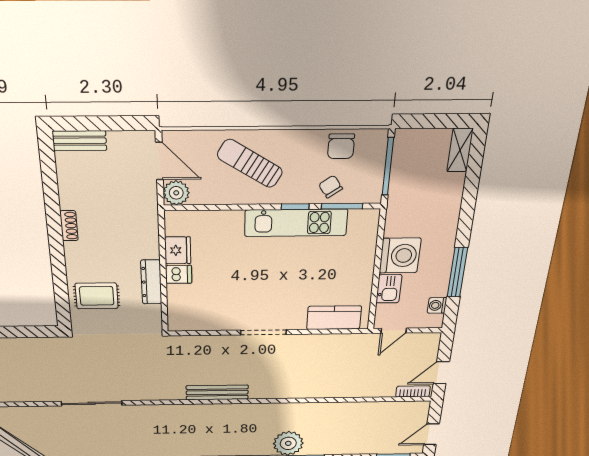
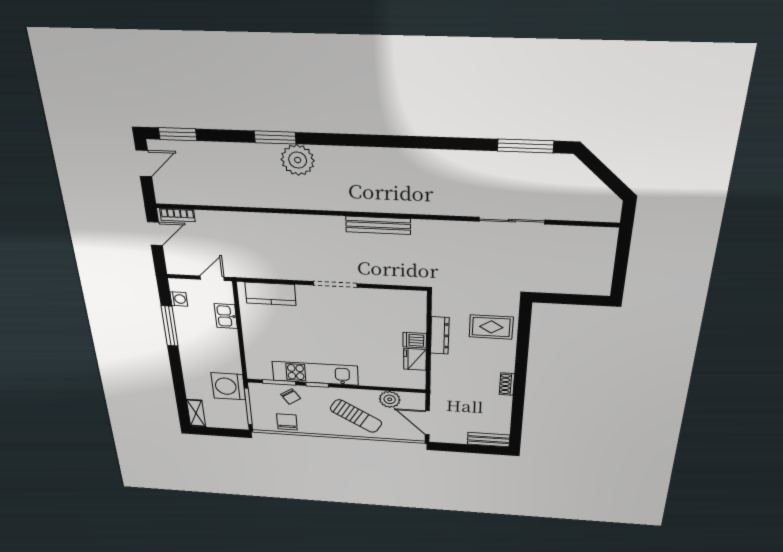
plant: (176, 193) -> (390, 399), moved
washing machine: (400, 256) -> (228, 386), moved

